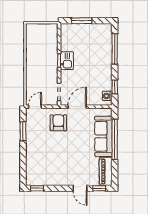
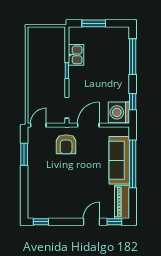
kitchen sink: (67, 61) -> (76, 55), moved
washing machine: (107, 96) -> (119, 112), width x1.89, depth x1.89
armchair: (58, 123) -> (66, 144), turned 180
door: (80, 188) -> (92, 222), swing flipped

